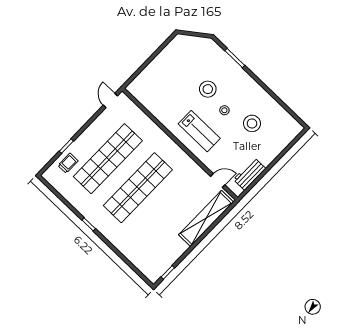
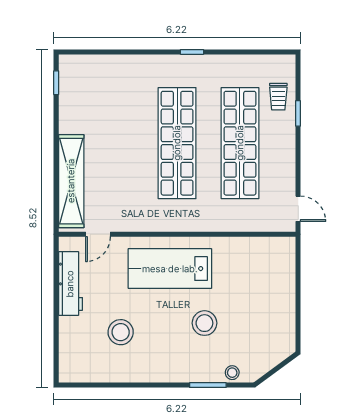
stool: (224, 110) -> (232, 373), moved
lab bench: (199, 131) -> (170, 269), width x1.36, depth x1.39
workbench: (250, 174) -> (70, 284), width x1.38

